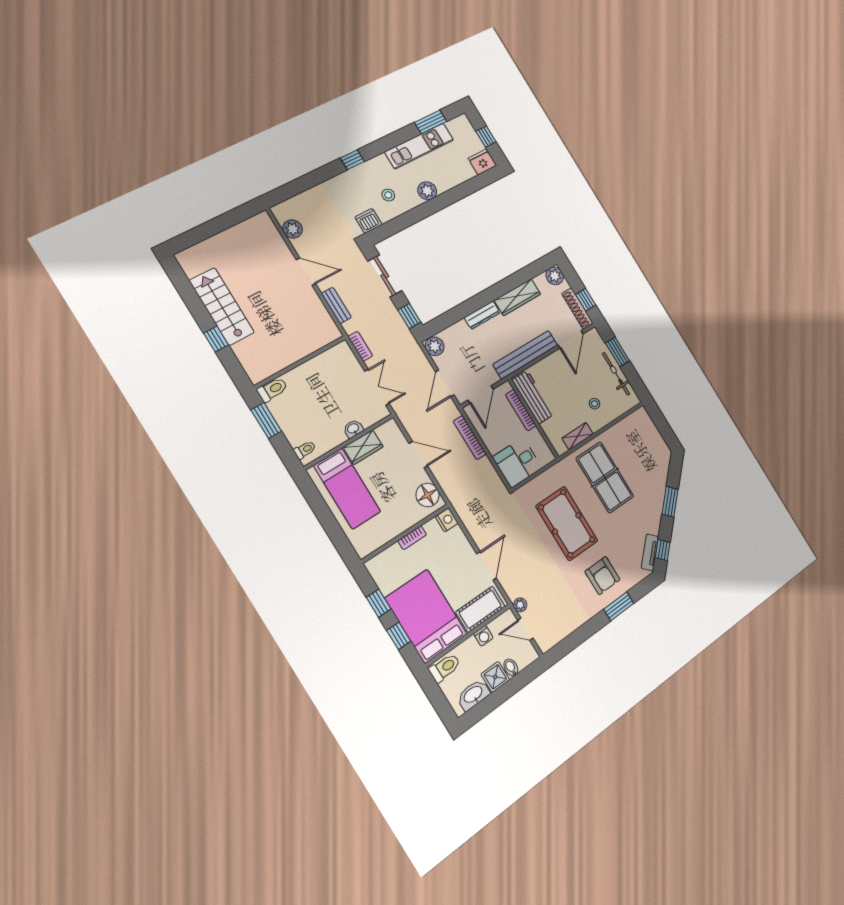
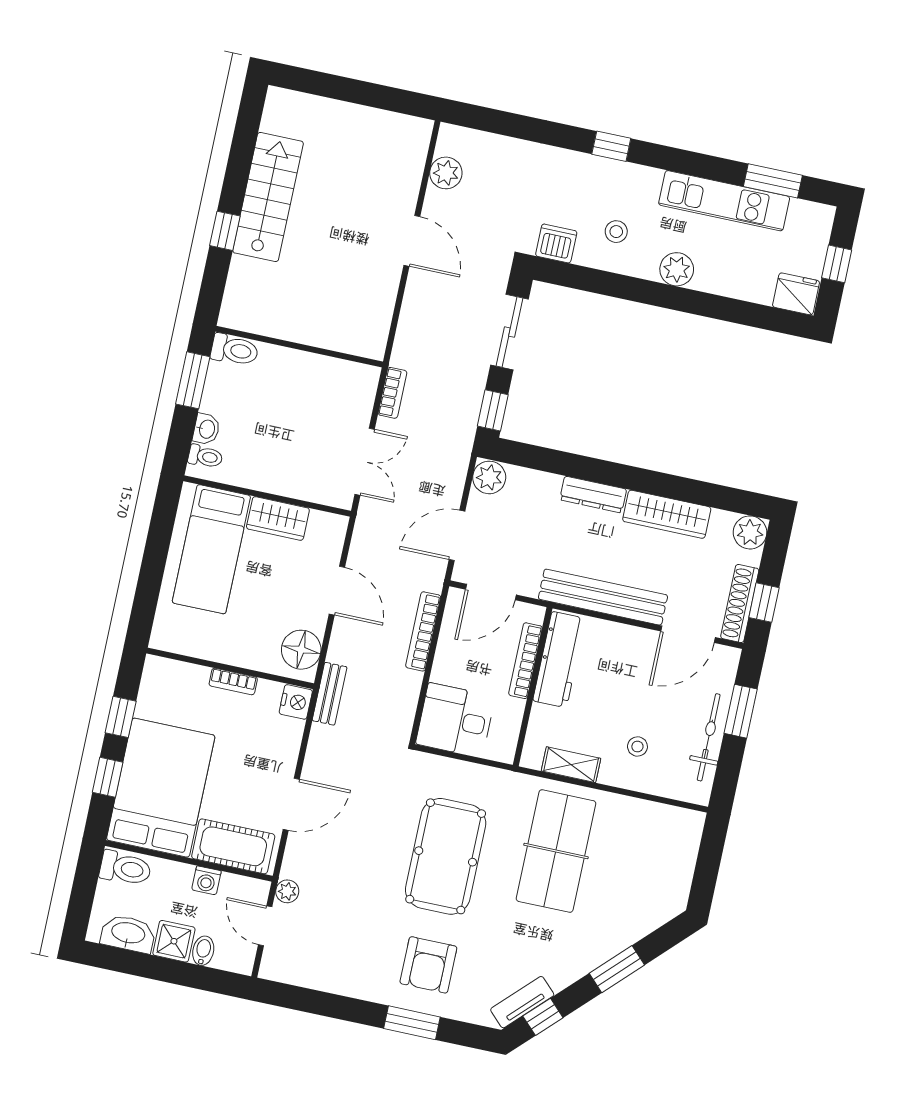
bench: (336, 305) -> (330, 694), moved
washbasin: (353, 429) -> (206, 429), moved, turned 90

